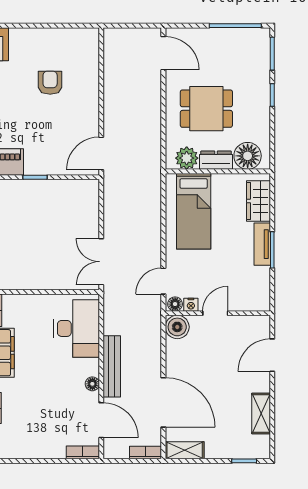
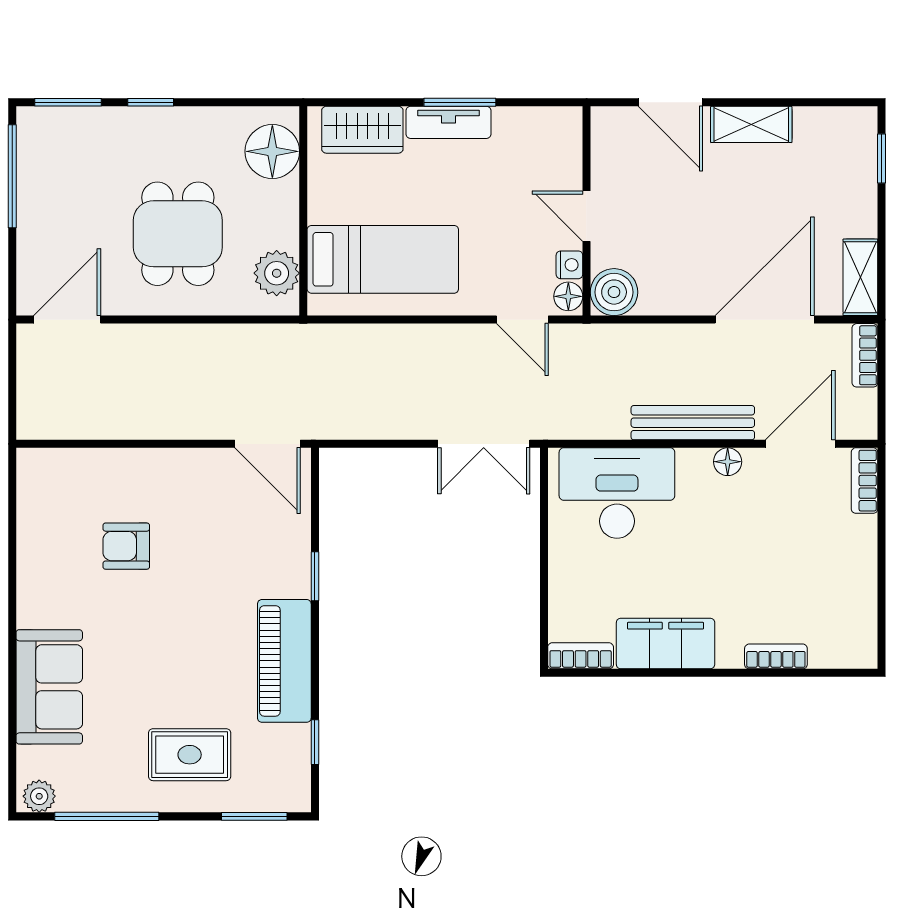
dresser: (216, 160) -> (281, 215), removed
shelving: (261, 414) -> (751, 124), moved

